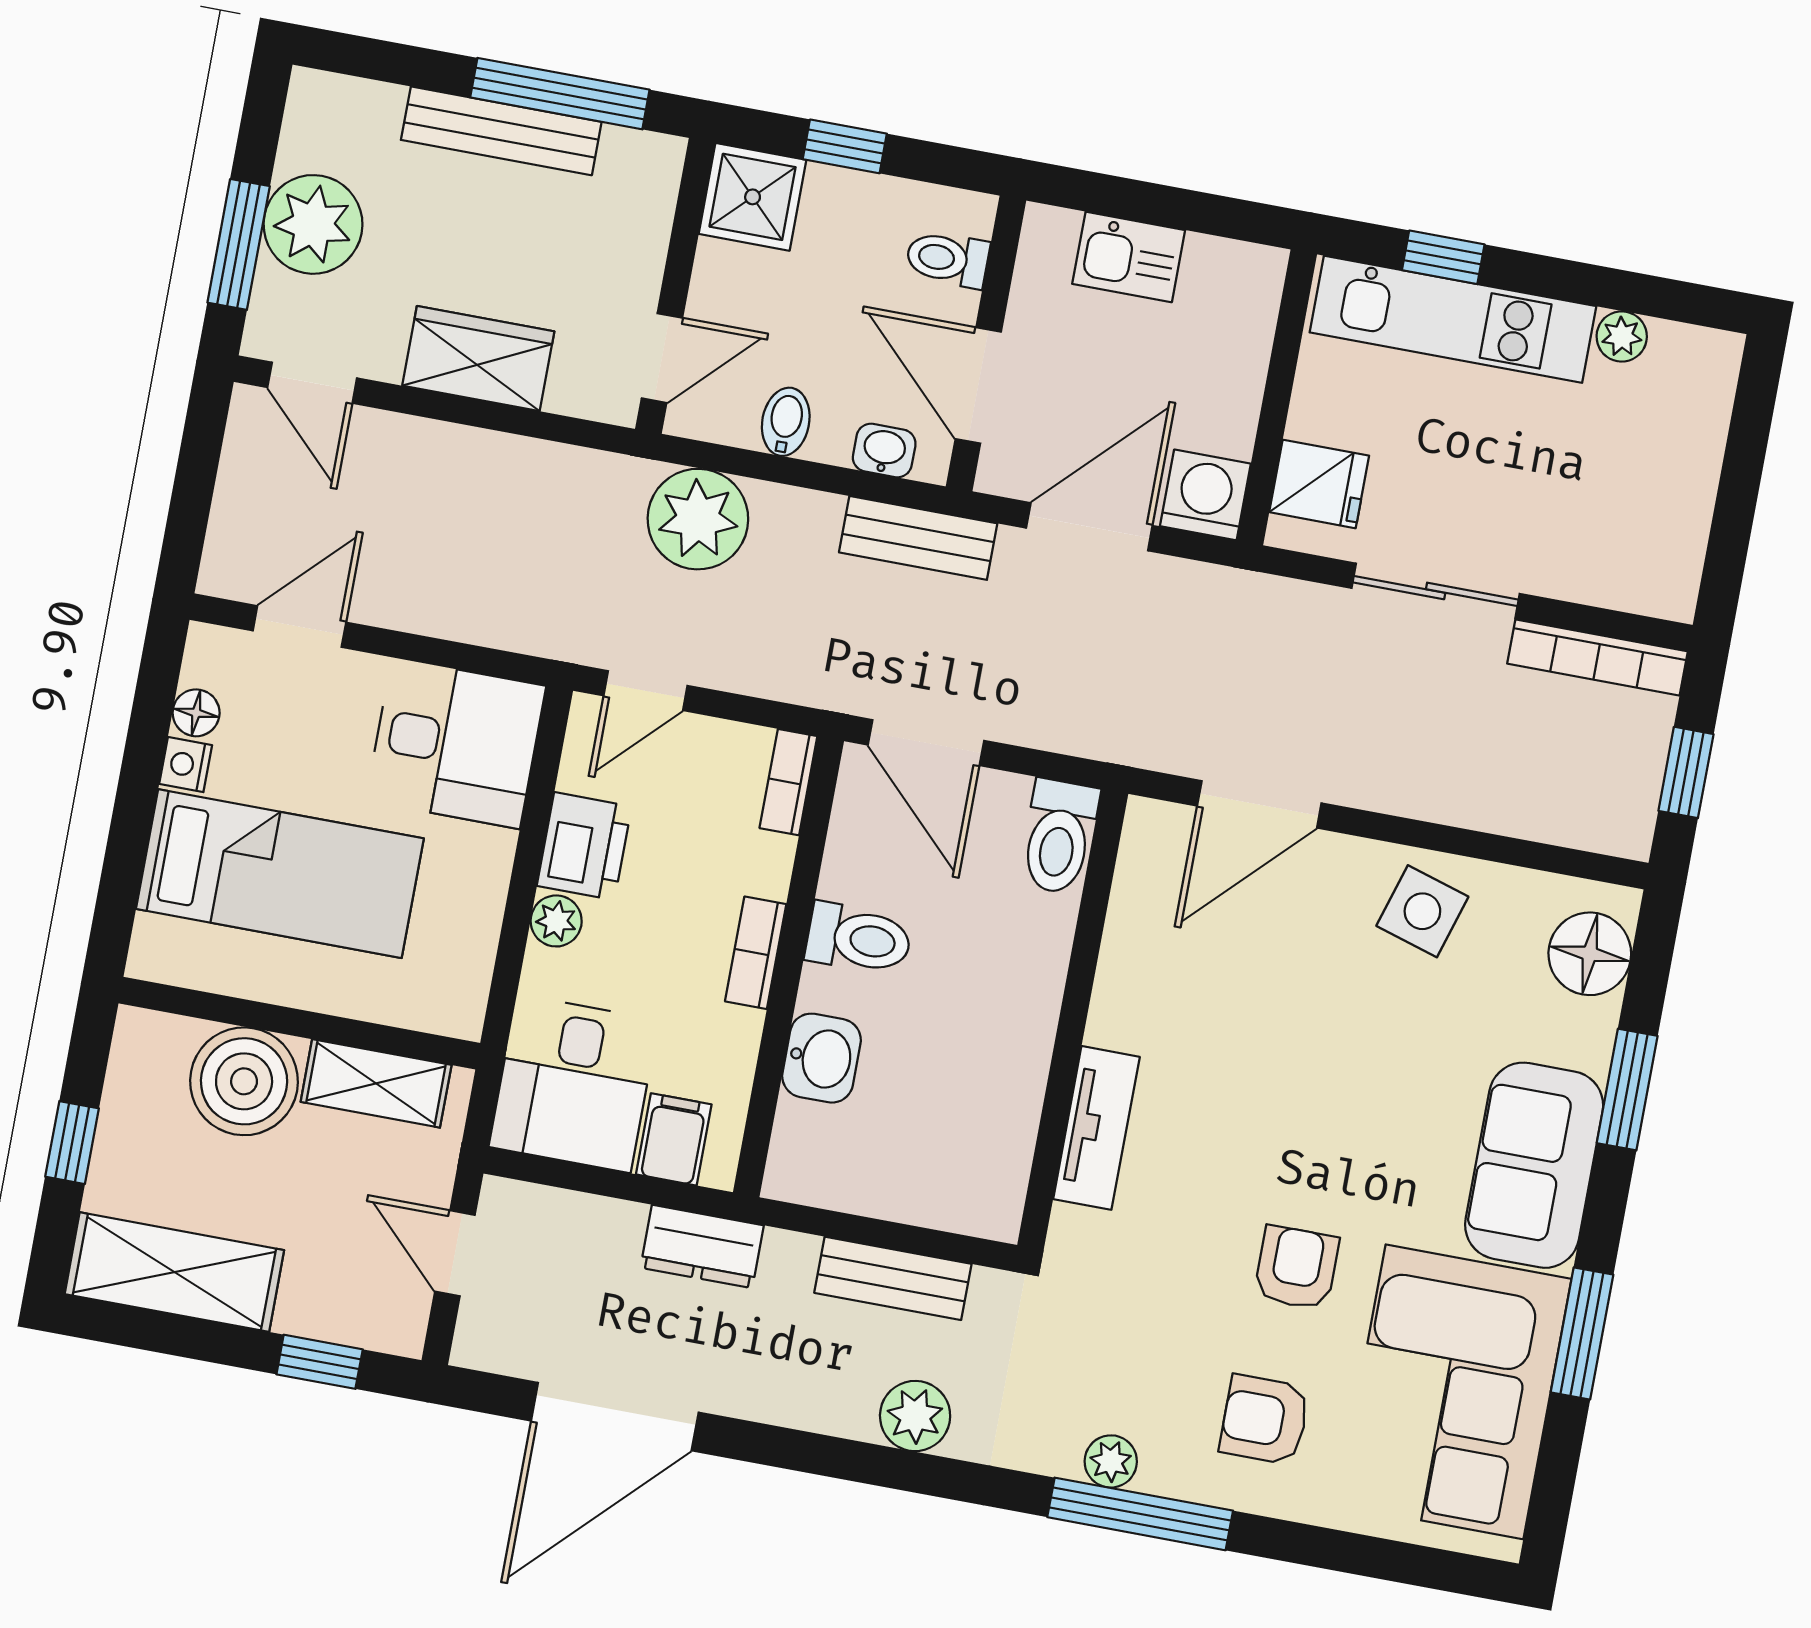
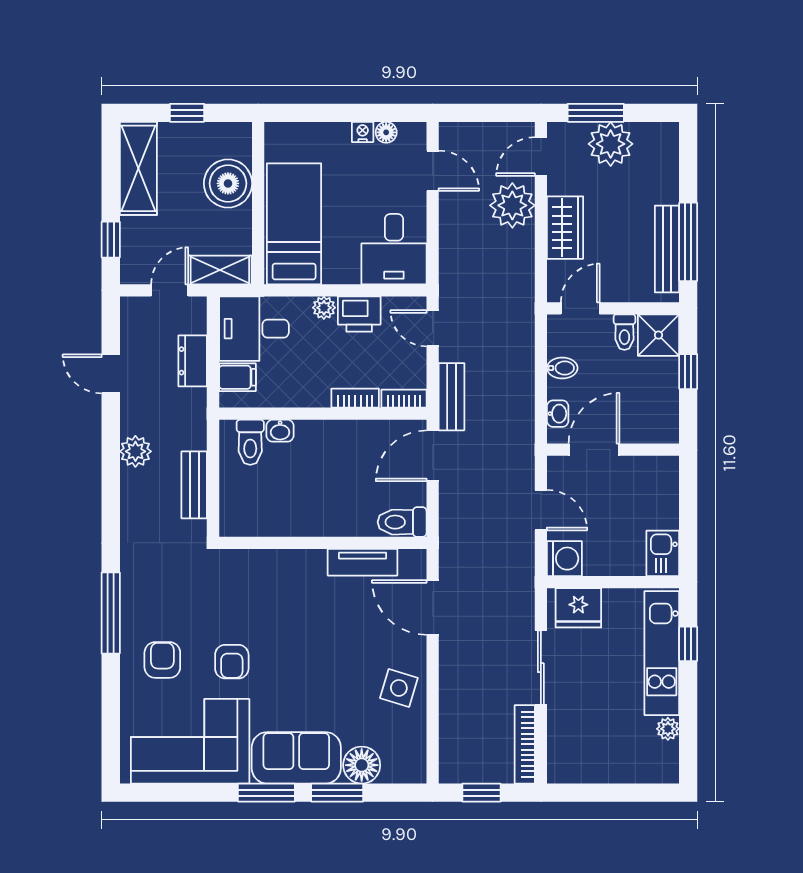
bench: (501, 131) -> (667, 249), moved
kitchen sink: (1129, 257) -> (663, 553), moved
toilet: (947, 259) -> (624, 332), moved, turned 180
door: (662, 358) -> (580, 308), swing flipped
fridge: (1319, 484) -> (578, 608), width x1.38
plant: (698, 519) -> (512, 205), moved
door: (1089, 527) -> (541, 510), width x0.73
bench: (918, 538) -> (451, 397), moved
bed: (280, 874) -> (294, 224), moved, turned 180
toilet: (859, 939) -> (250, 442), moved
bookcase: (756, 953) -> (355, 398), moved
floor lamp: (1590, 954) -> (362, 765), moved
washbasin: (822, 1058) -> (280, 431), width x0.72, depth x0.69
shelving: (376, 1083) -> (220, 270), moved, turned 90
tv unit: (1096, 1128) -> (363, 562), moved
dresser: (702, 1247) -> (193, 361), moved
armchair: (1297, 1268) -> (232, 662), turned 90
window: (1582, 1333) -> (266, 793), moved
plant: (915, 1416) -> (135, 451), moved
door: (615, 1417) -> (111, 374), width x0.53
plant: (1111, 1461) -> (131, 596), removed

